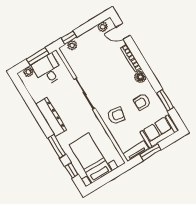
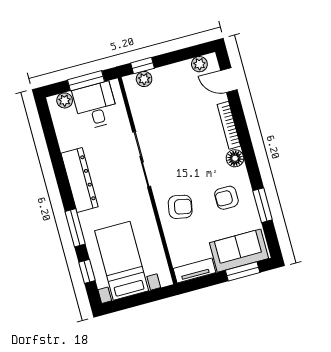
window: (150, 152) -> (243, 271), moved

